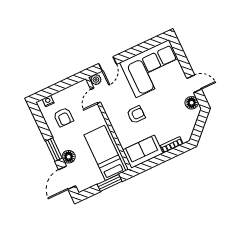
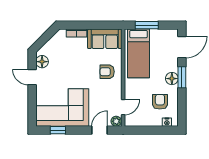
window: (147, 46) -> (58, 130), added
armchair: (136, 115) -> (107, 72), moved
floor lamp: (69, 157) -> (172, 79), moved

